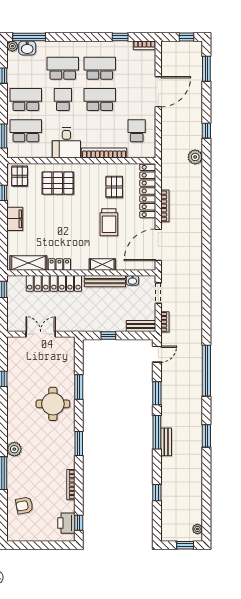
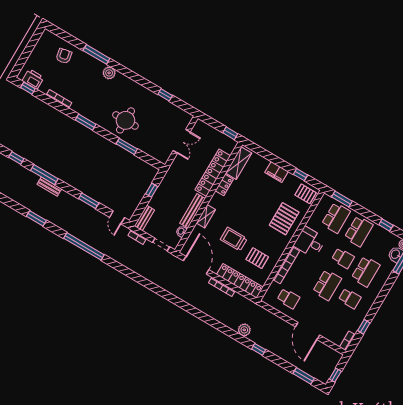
school desk: (100, 68) -> (350, 298), width x0.54
window: (157, 432) -> (44, 175), moved

